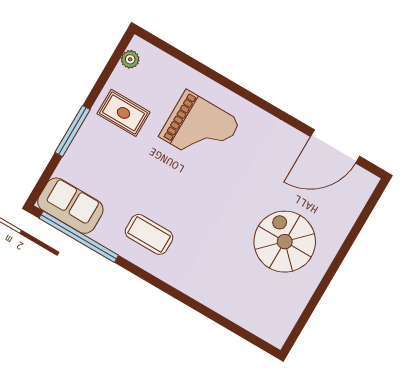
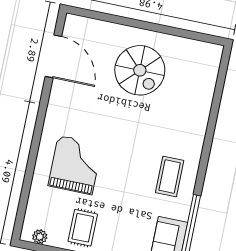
spiral stairs: (285, 242) -> (140, 70), turned -90

